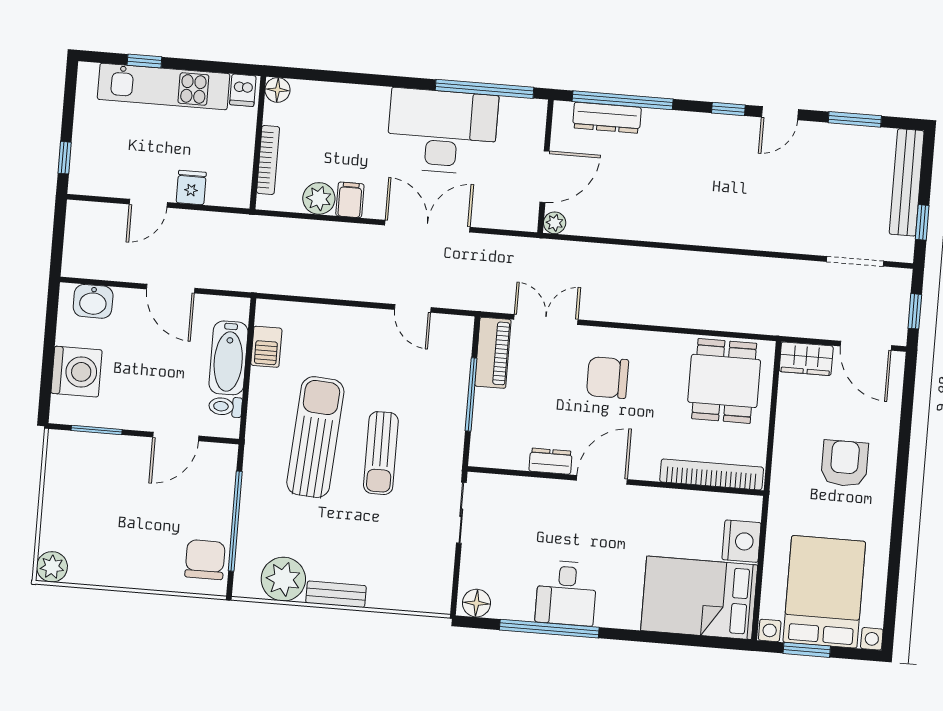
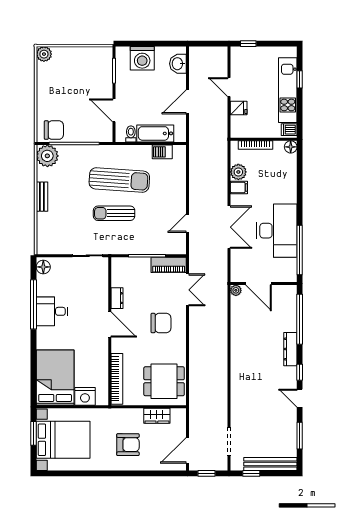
dresser: (607, 118) -> (290, 349), moved
wardrobe: (806, 359) -> (157, 416), moved, turned -90
chair: (607, 378) -> (161, 323), turned 90
plant: (283, 579) -> (47, 156), moved

